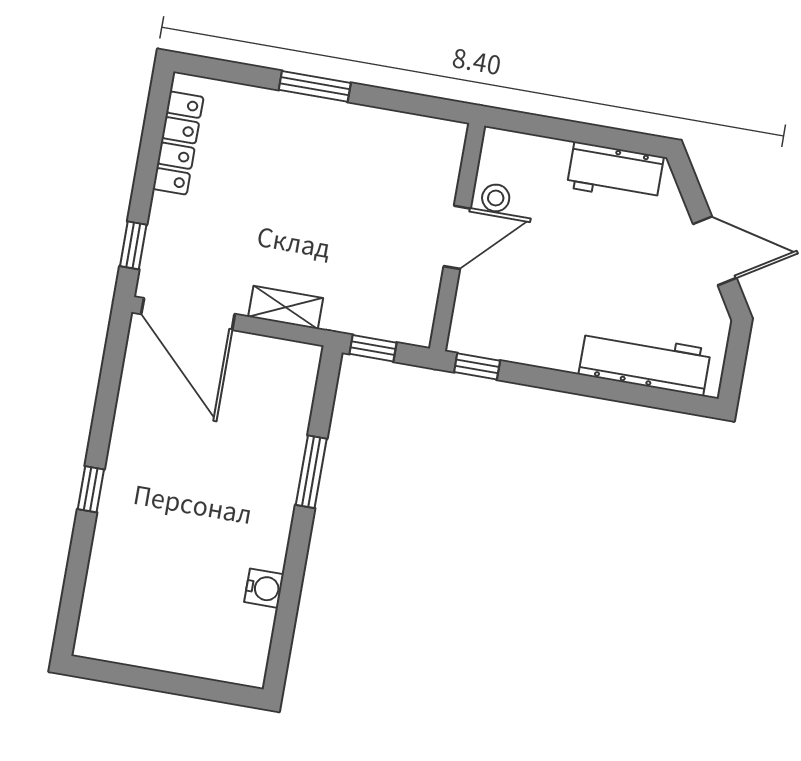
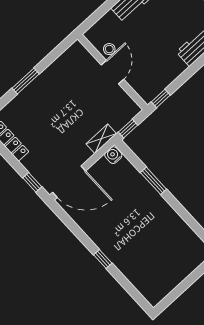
shelving: (286, 307) -> (101, 139), moved
water cooler: (264, 588) -> (113, 155), moved, turned -90

